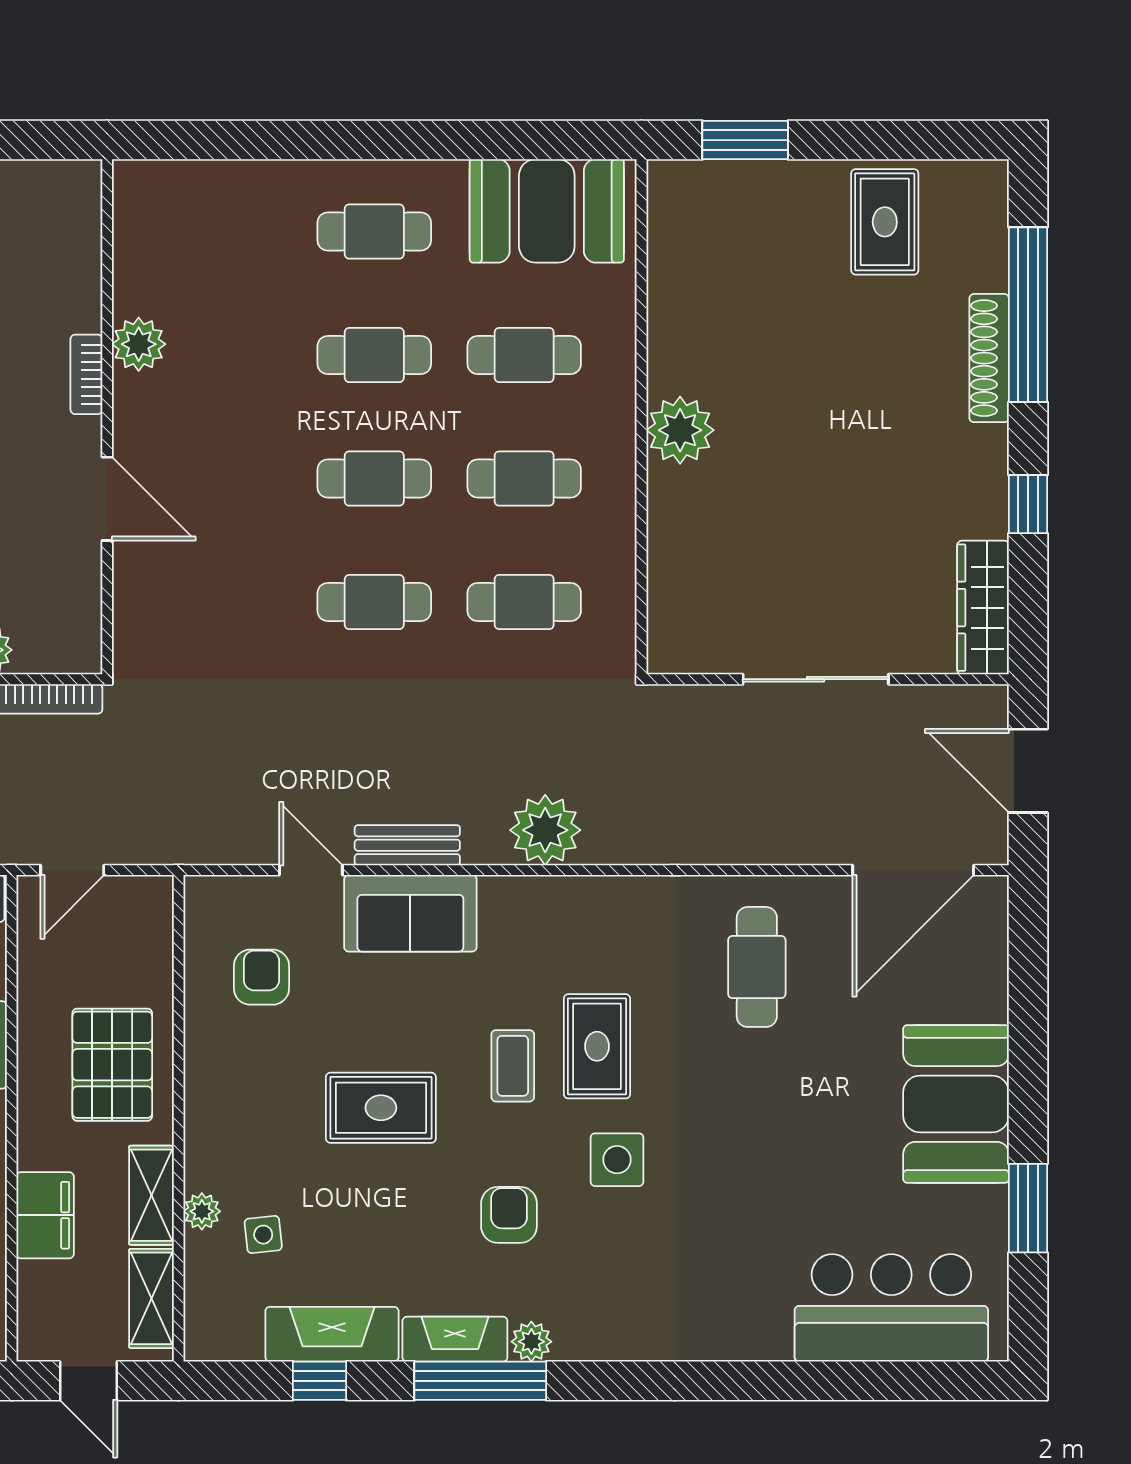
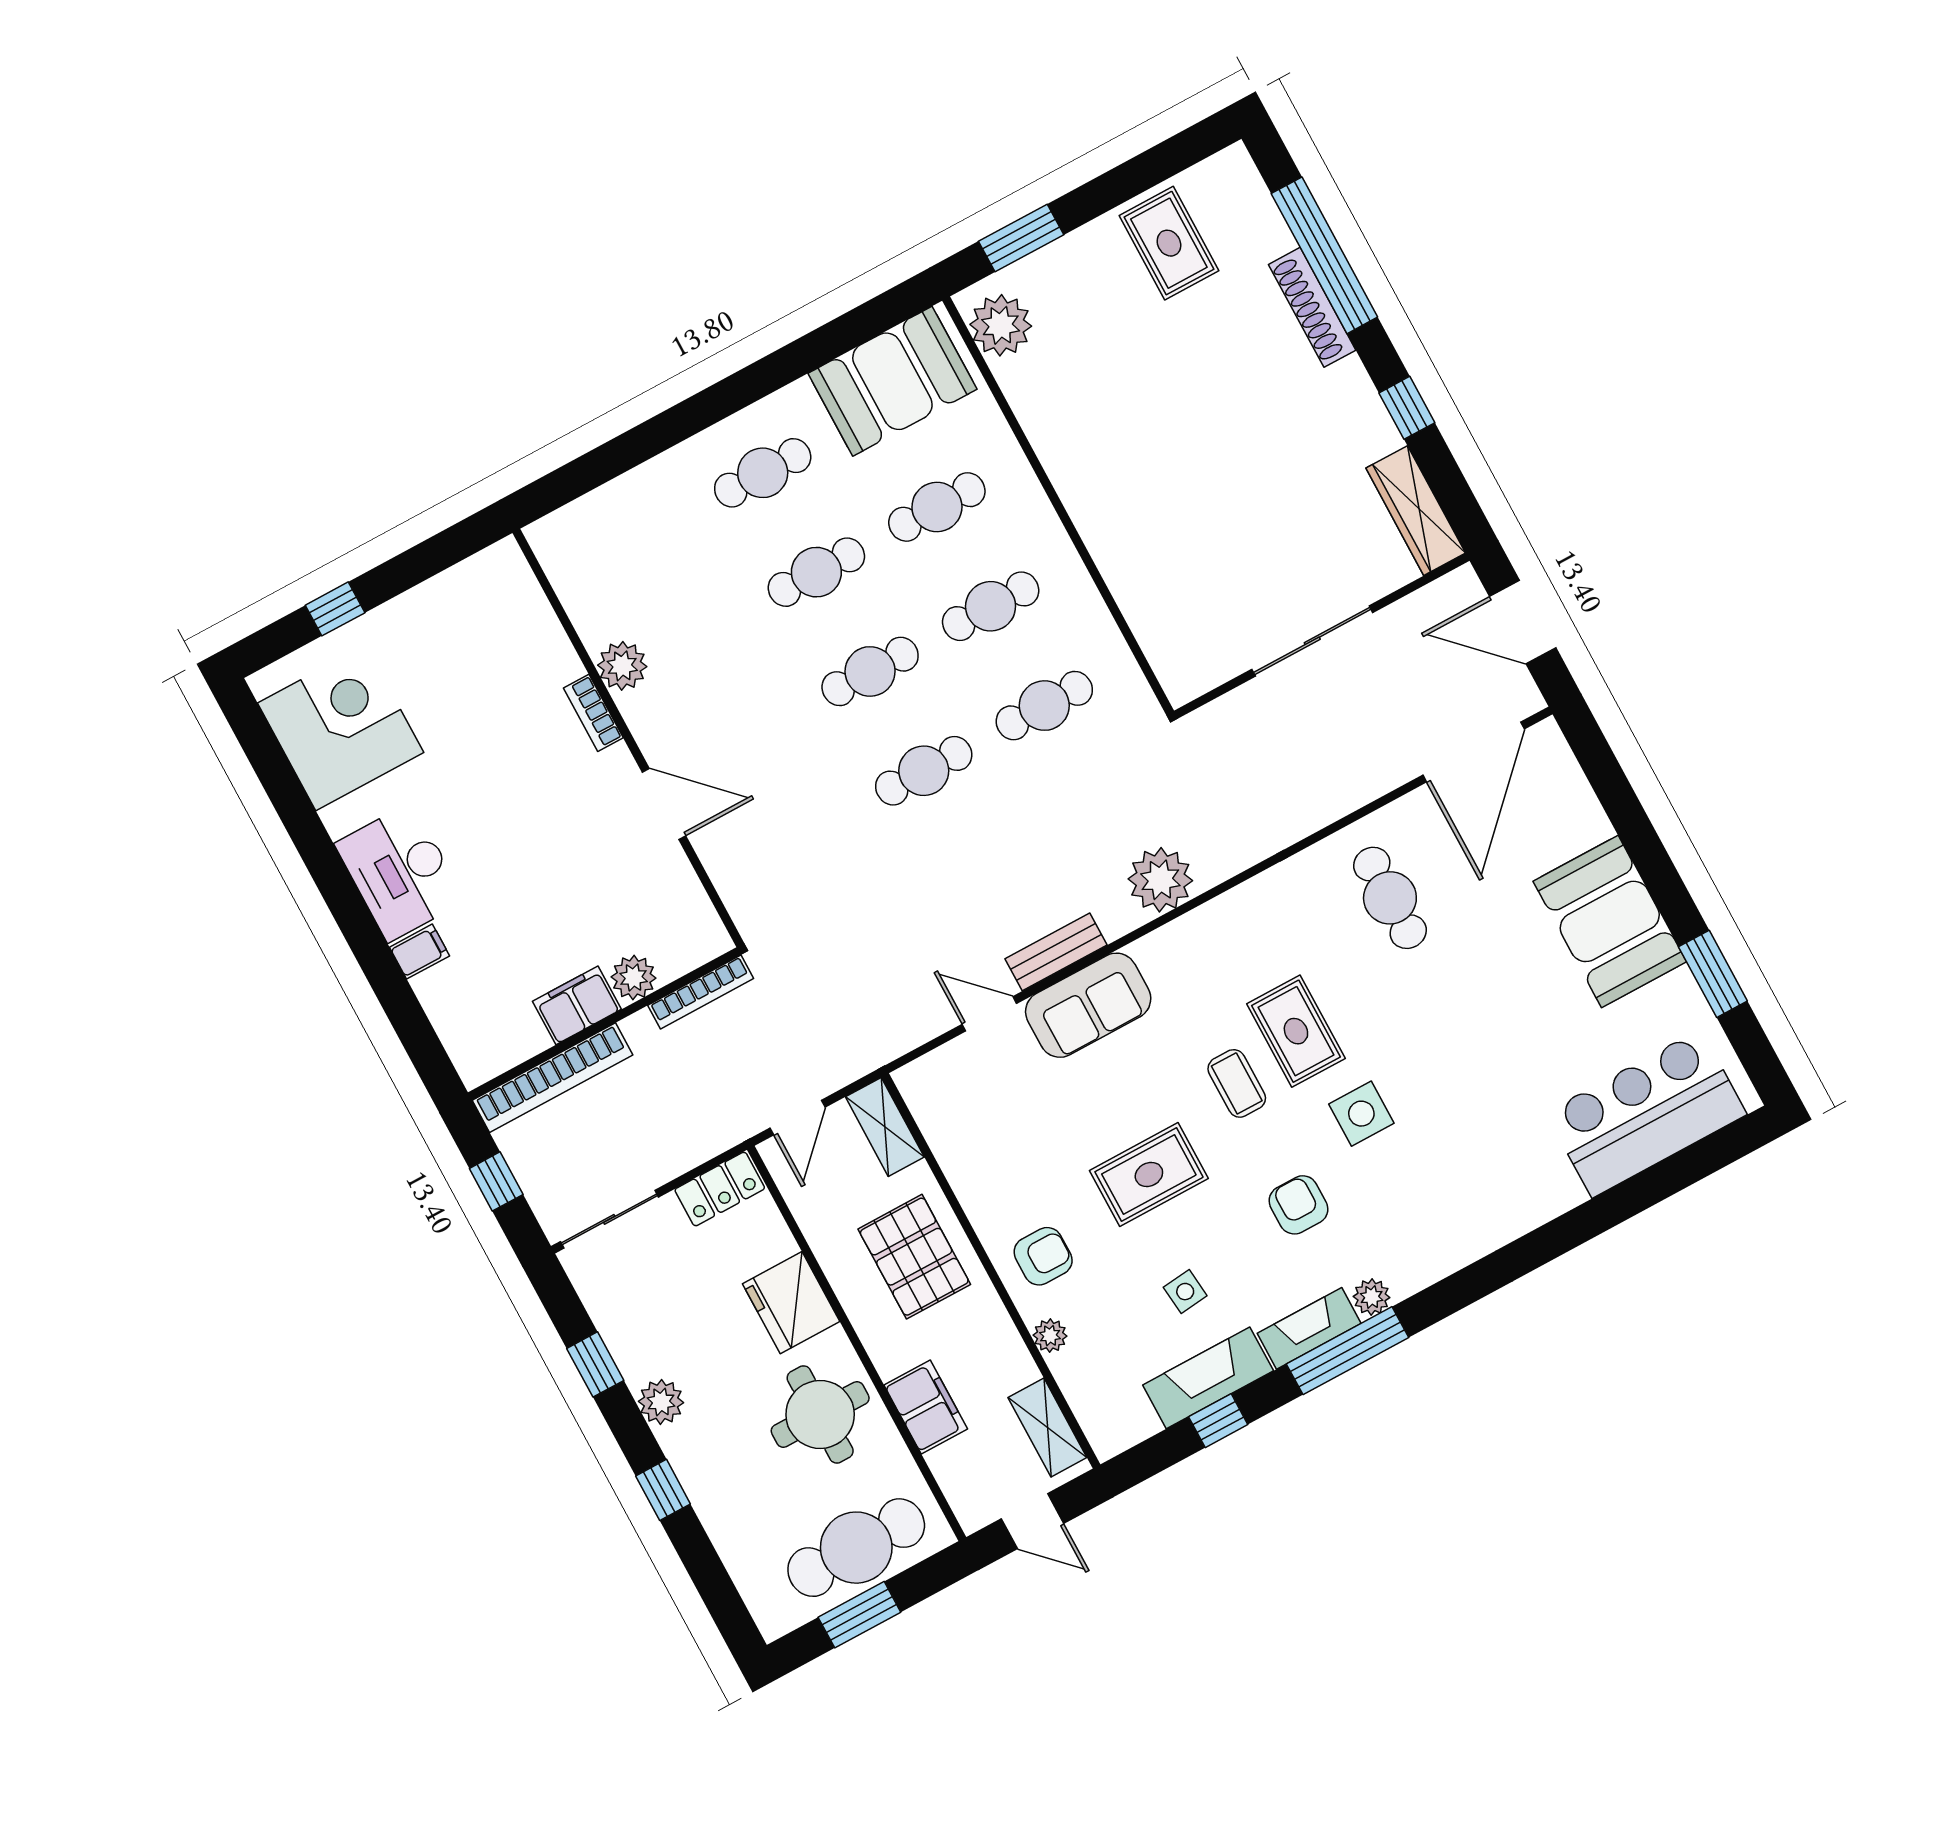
plant: (680, 430) -> (1001, 325), moved
armchair: (261, 977) -> (1043, 1256), moved, turned 90
shelving: (151, 1195) -> (885, 1127), moved
side table: (263, 1235) -> (1185, 1292), moved

